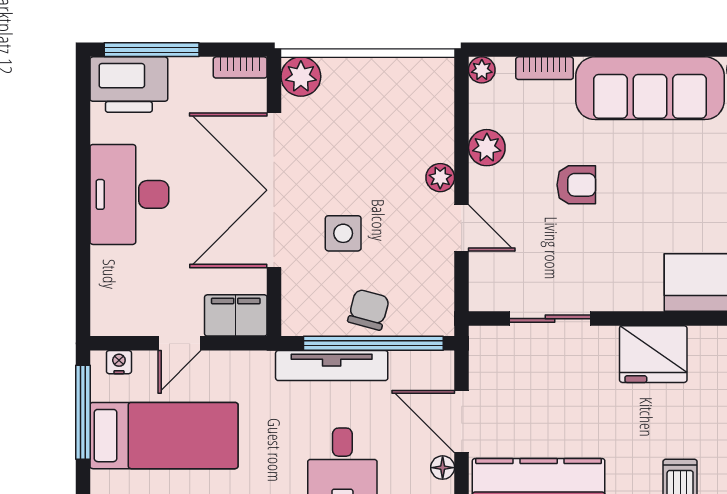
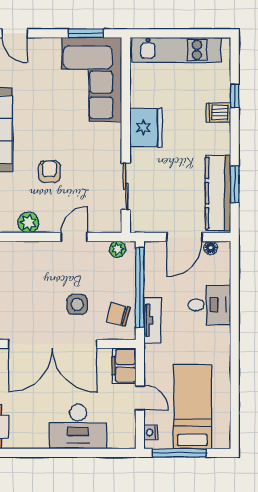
plant: (440, 178) -> (118, 249), moved
desk: (129, 194) -> (78, 426), moved
chair: (368, 310) -> (118, 314), moved
tv unit: (332, 366) -> (153, 320), width x0.71

